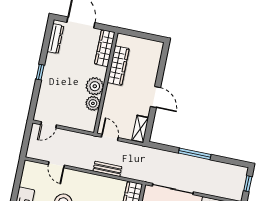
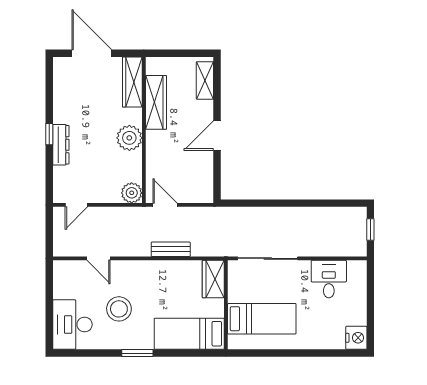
dresser: (55, 39) -> (61, 145), moved
door: (155, 97) -> (217, 136), swing flipped
plant: (93, 103) -> (132, 193), moved
shelving: (140, 129) -> (205, 80), moved
window: (195, 154) -> (288, 203), removed

